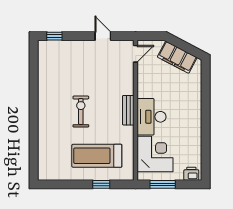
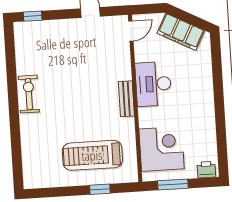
exercise bike: (81, 111) -> (29, 94), moved
desk: (152, 117) -> (153, 84), moved

